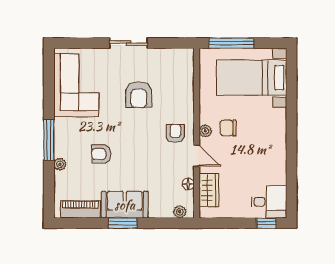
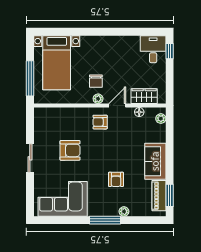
window: (123, 223) -> (170, 195), moved

